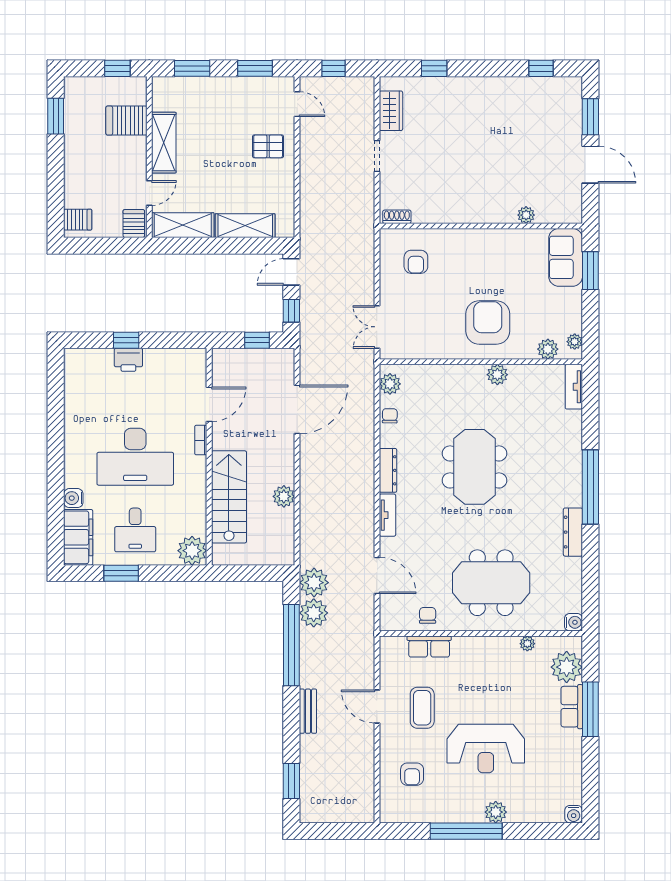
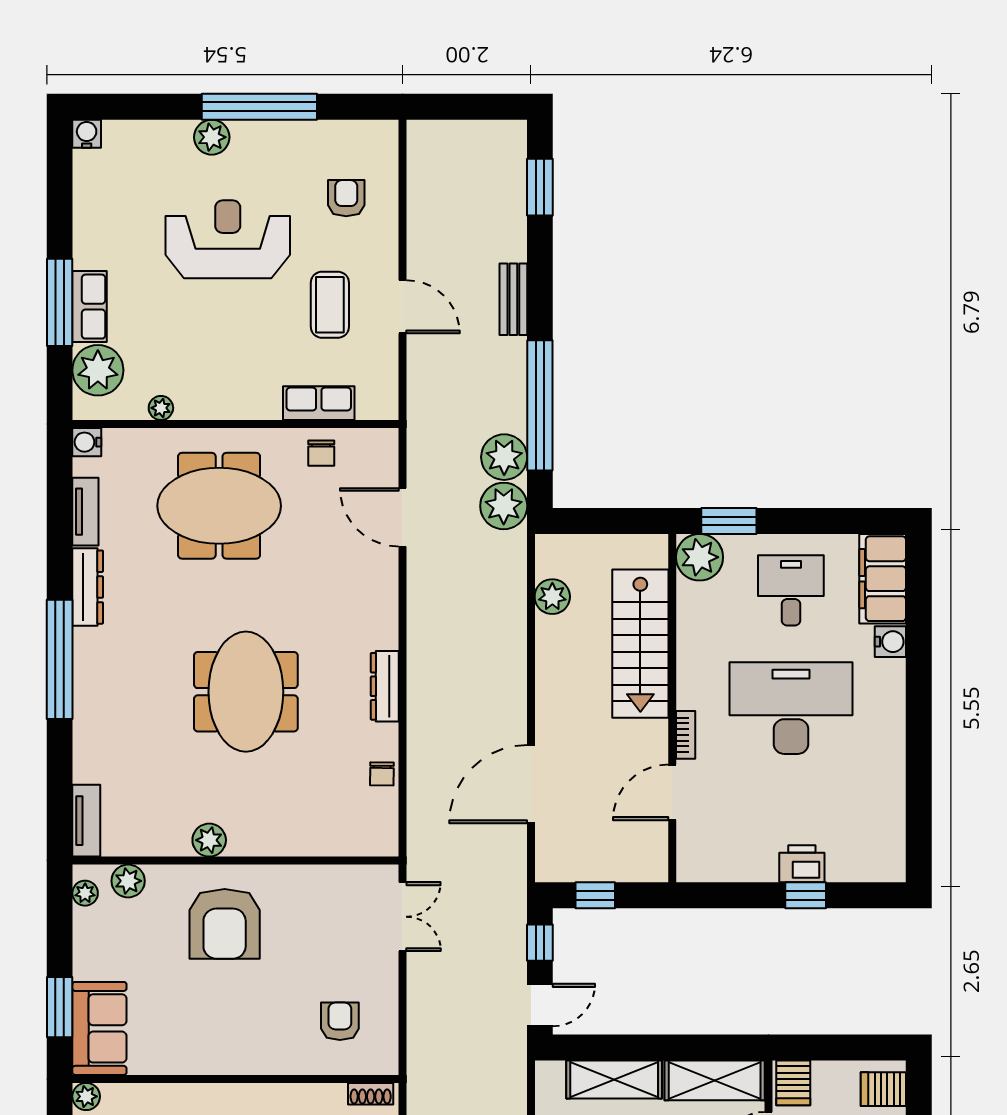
plant: (526, 215) -> (86, 1096), moved
plant: (390, 384) -> (382, 825), removed
plant: (284, 496) -> (552, 597), moved
tv unit: (387, 515) -> (85, 512), moved, turned 180
window: (121, 573) -> (729, 521), moved

